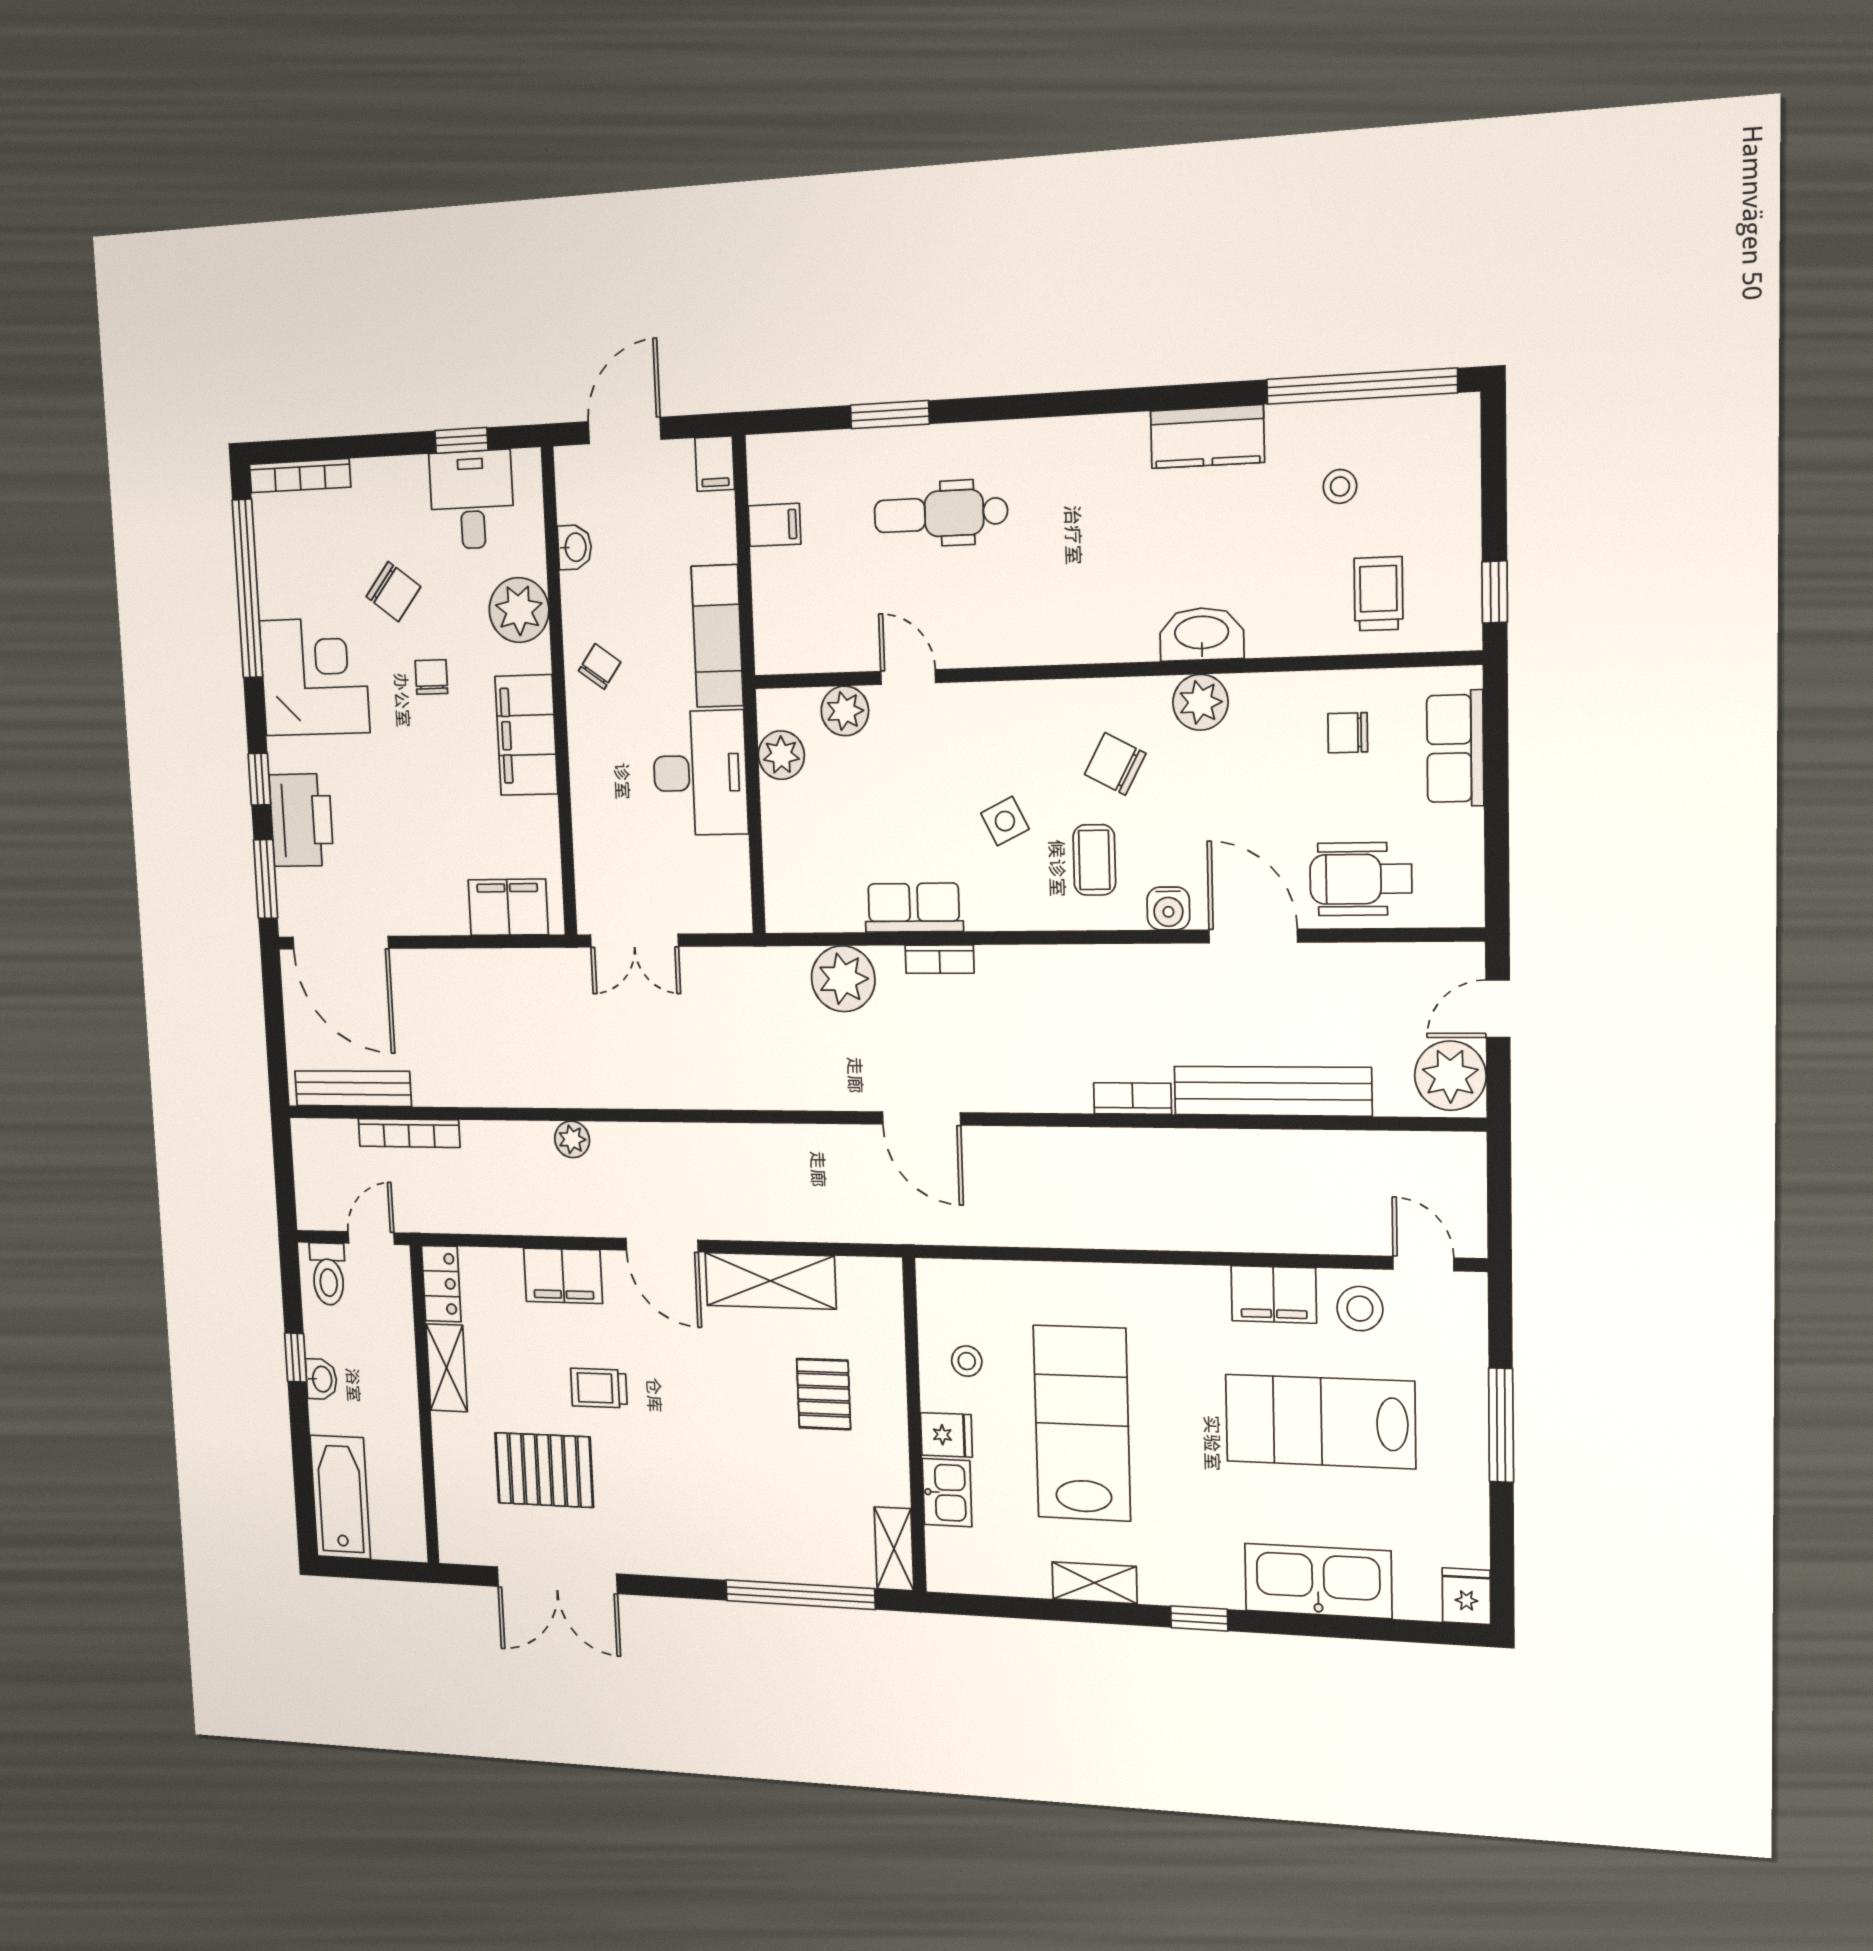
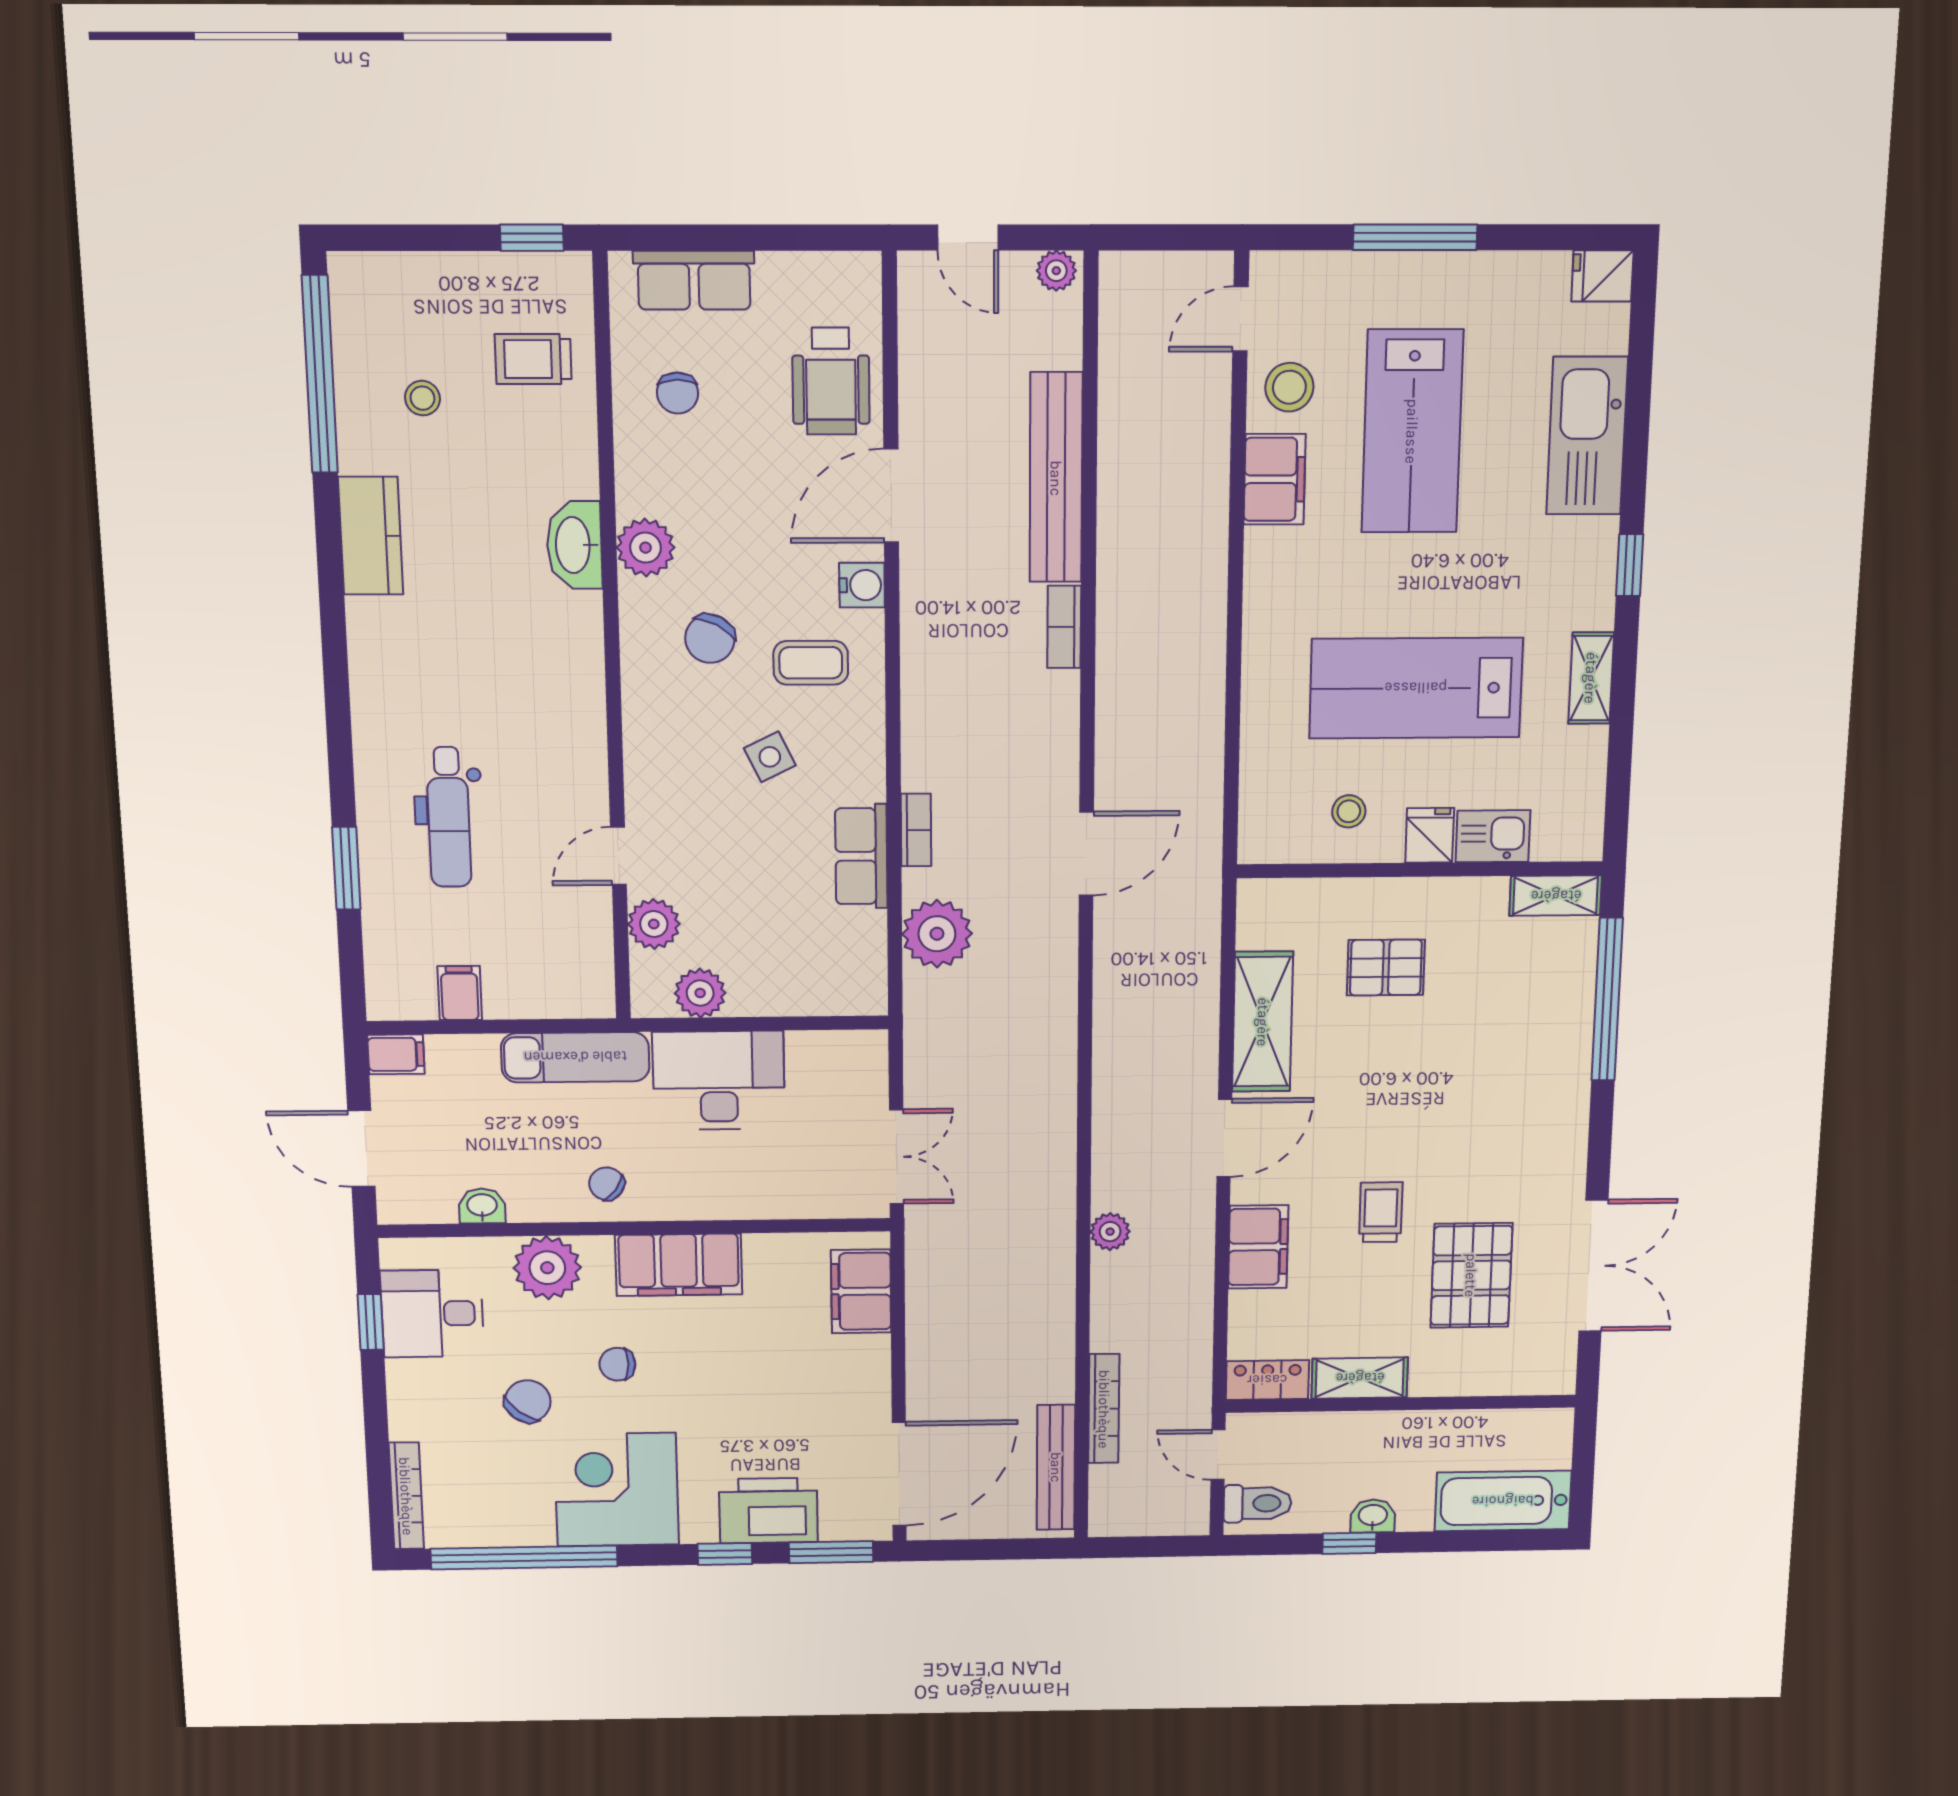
plant: (1450, 1076) -> (1056, 271), width x0.53, depth x0.53
trolley: (599, 1388) -> (1381, 1212), turned 180

